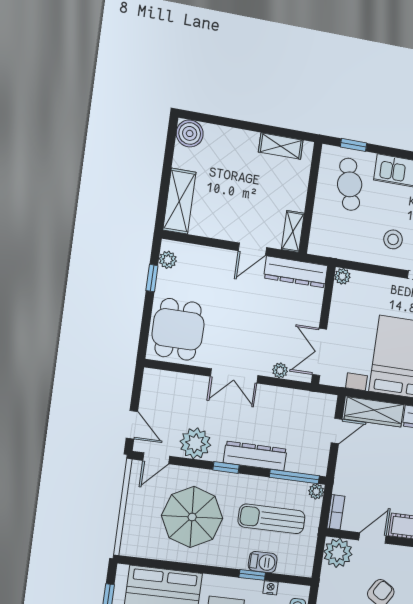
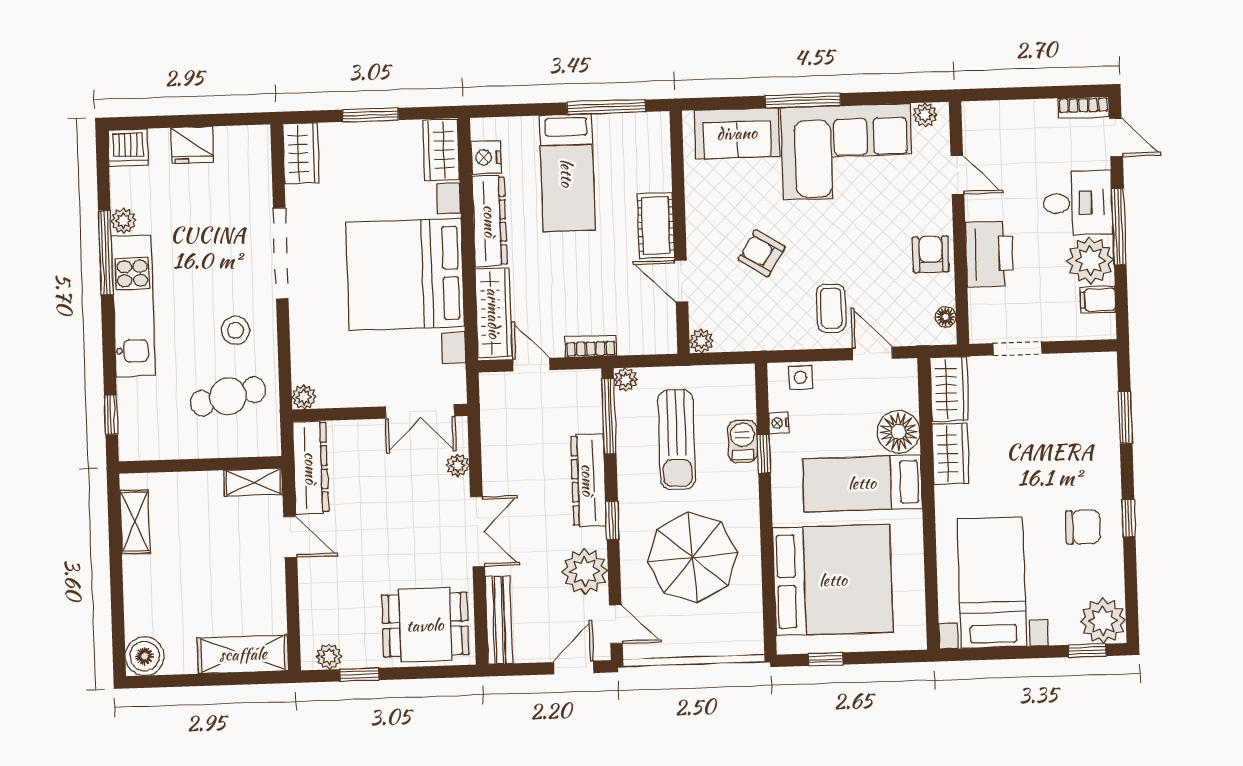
cafe table: (350, 184) -> (228, 396), moved
bench: (173, 380) -> (499, 620), added
bookcase: (336, 512) -> (591, 346), moved
plant: (338, 553) -> (701, 341), width x0.53, depth x0.53

